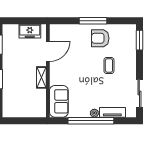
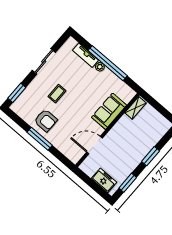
freezer: (30, 31) -> (104, 180), moved
shelving: (41, 77) -> (135, 108), moved
sliding door: (139, 93) -> (44, 61), moved
sofa: (59, 101) -> (109, 111), moved

